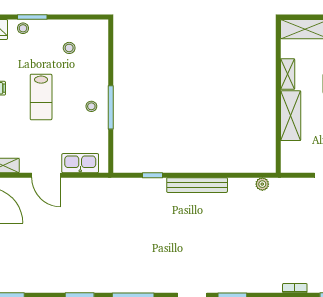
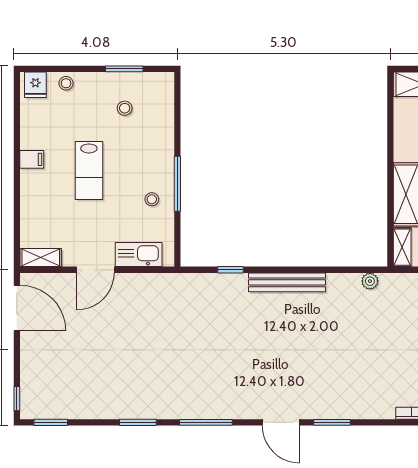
window: (32, 17) -> (124, 69), moved
shelving: (288, 74) -> (402, 247), moved
stool: (91, 106) -> (152, 199), moved
door: (46, 175) -> (96, 270), hinge flipped

